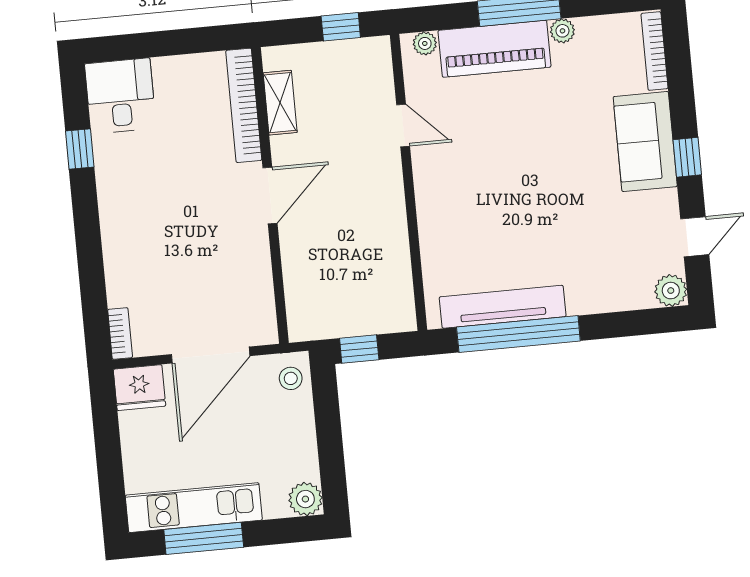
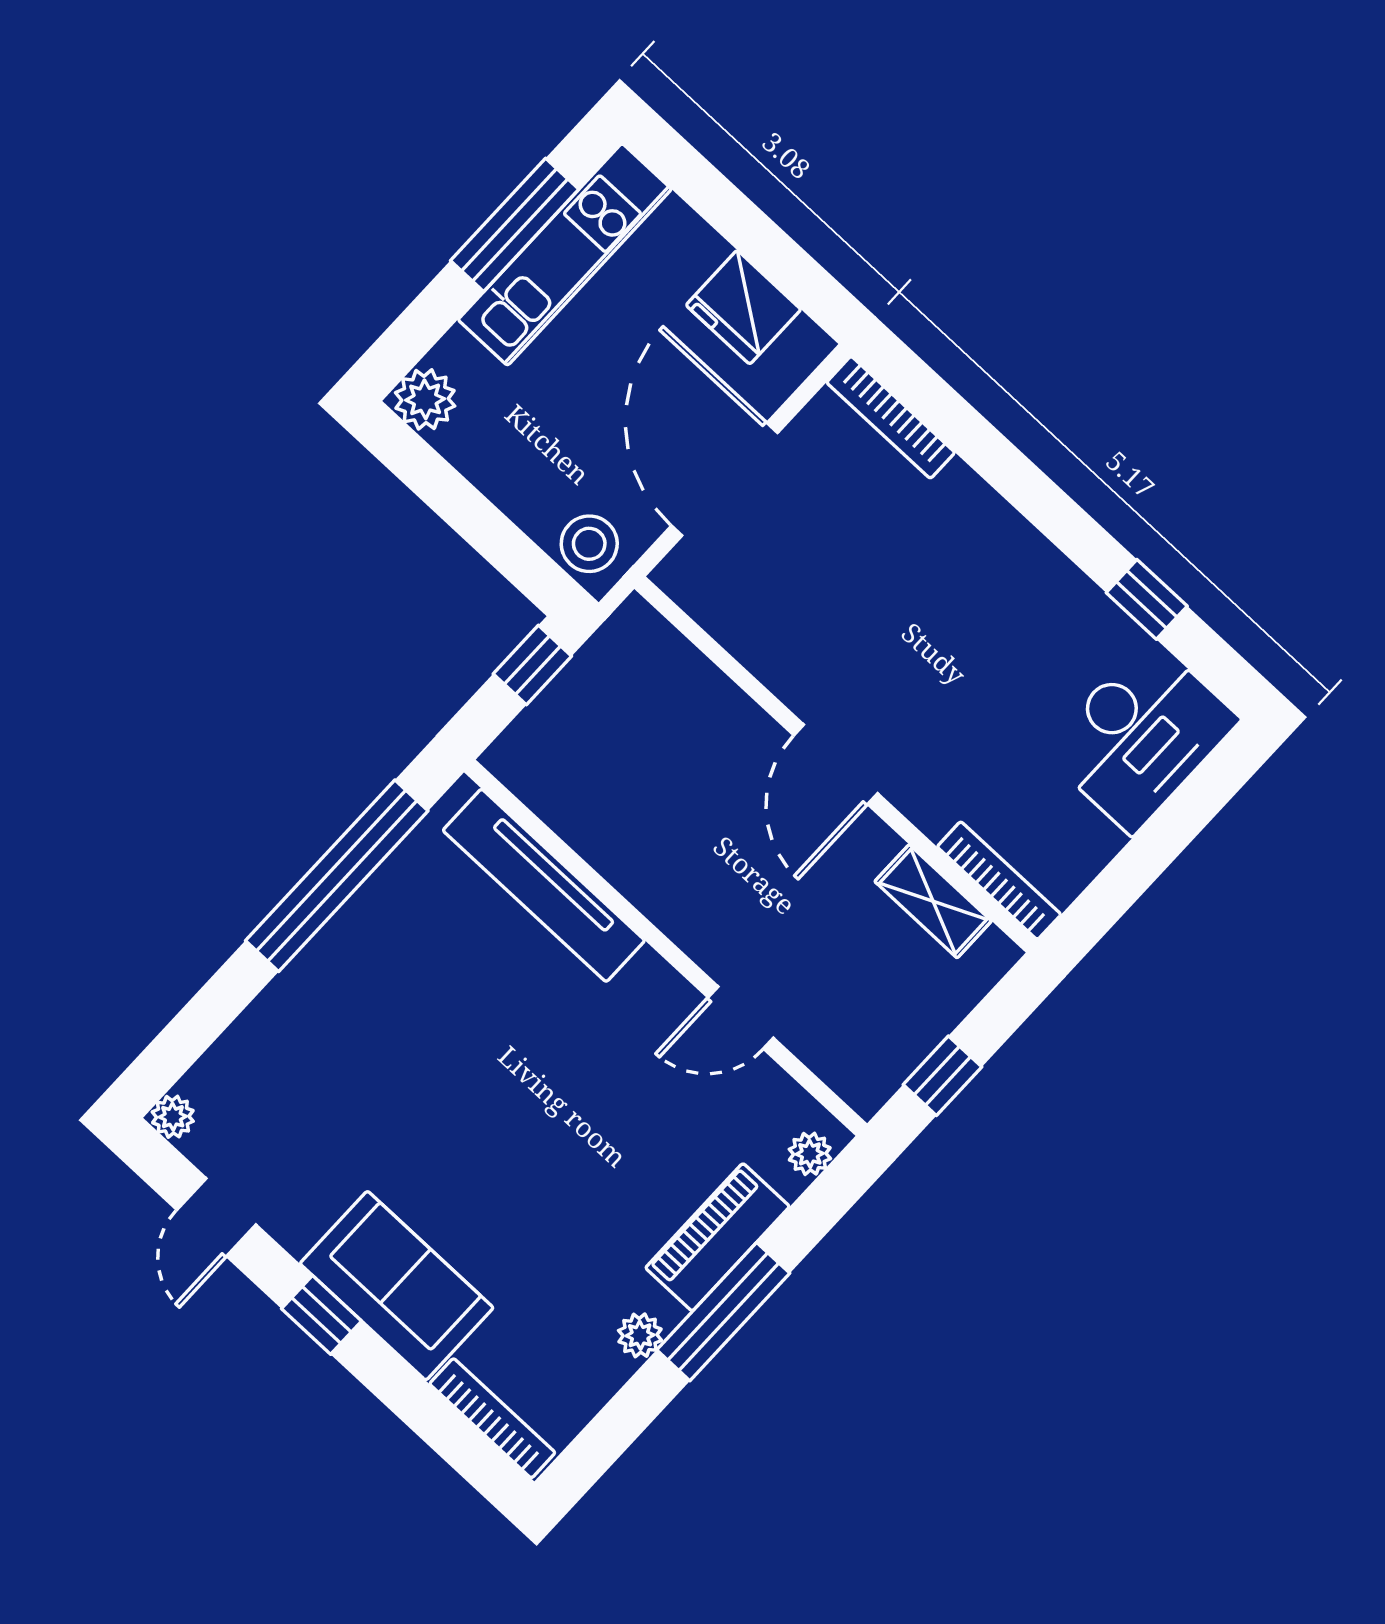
piano: (495, 49) -> (718, 1237), width x0.73, depth x0.75
desk: (120, 96) -> (1141, 735), width x1.37
bookcase: (244, 105) -> (999, 881), width x0.68, depth x0.76
plant: (671, 291) -> (173, 1117), width x0.73, depth x0.73
tv unit: (503, 307) -> (544, 885), moved, turned 90
bookcase: (120, 334) -> (891, 417), width x1.56
stool: (291, 378) -> (589, 544), width x1.37, depth x1.37
fridge: (139, 388) -> (743, 307), moved, turned -90

